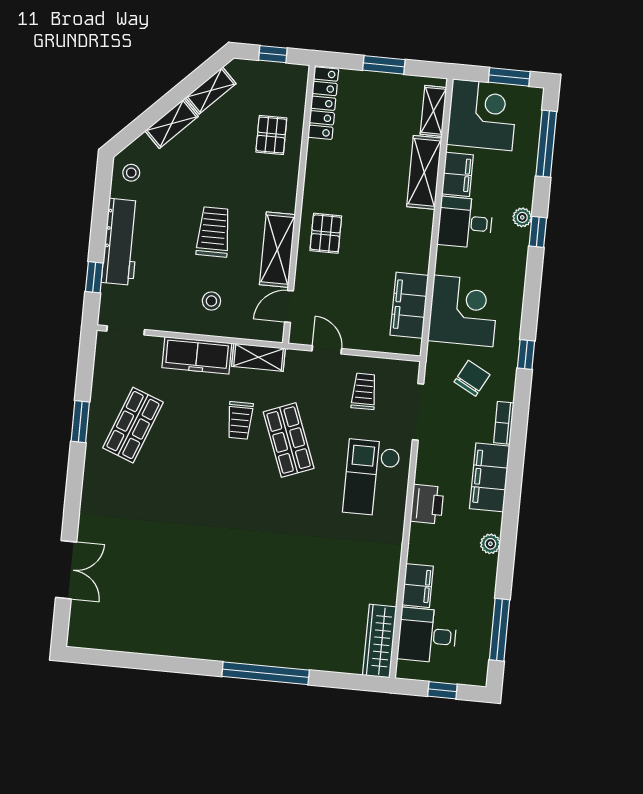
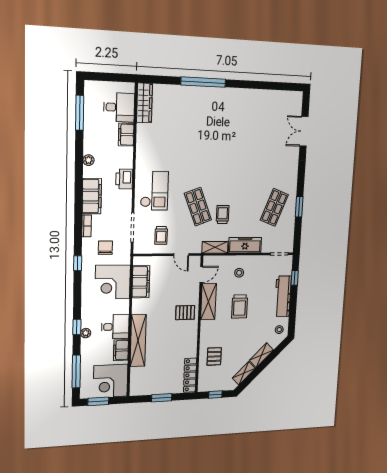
shelving: (433, 111) -> (135, 379), removed
shelving: (424, 172) -> (138, 341), width x1.47
pallet: (326, 233) -> (185, 313), turned 90
chair: (472, 378) -> (105, 248), turned 152
window: (442, 690) -> (109, 77), removed

